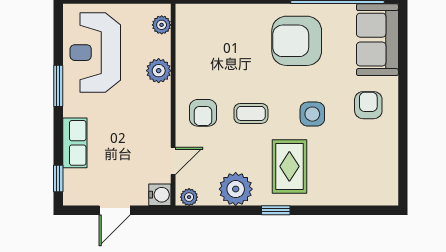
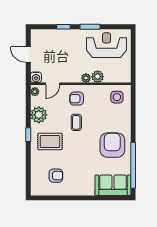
plant: (162, 25) -> (86, 78), moved
armchair: (368, 105) -> (56, 176), moved
side table: (312, 114) -> (117, 97), moved
row of seats: (75, 143) -> (62, 35), removed
door: (173, 161) -> (53, 84), hinge flipped
window: (58, 179) -> (63, 27), moved

